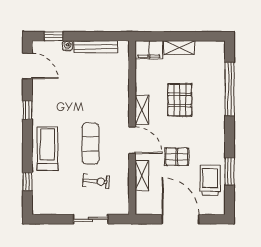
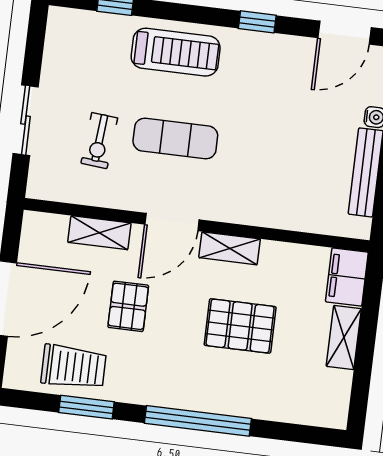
window: (230, 89) -> (198, 421), moved

